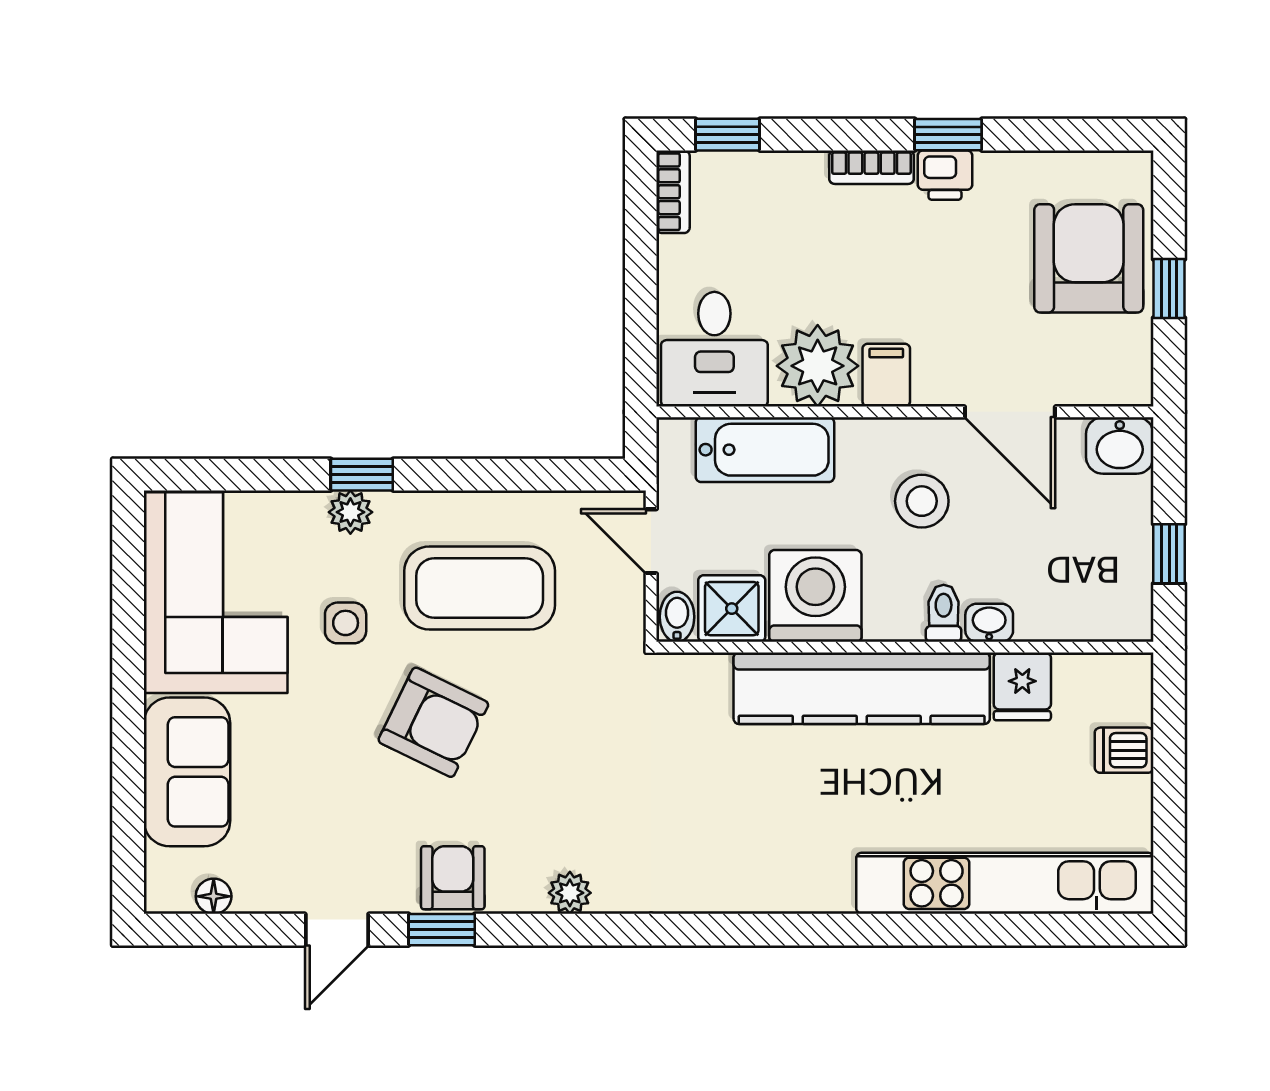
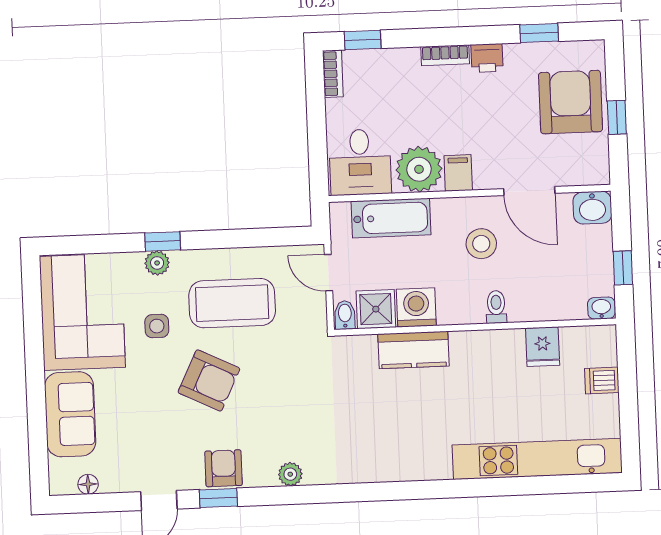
window: (948, 135) -> (539, 33), moved
washing machine: (815, 596) -> (416, 307), width x0.73, depth x0.73
washbasin: (989, 623) -> (601, 308), moved
kitchen counter: (862, 688) -> (413, 350), width x0.48, depth x0.86

